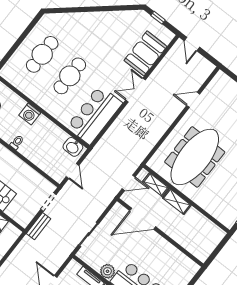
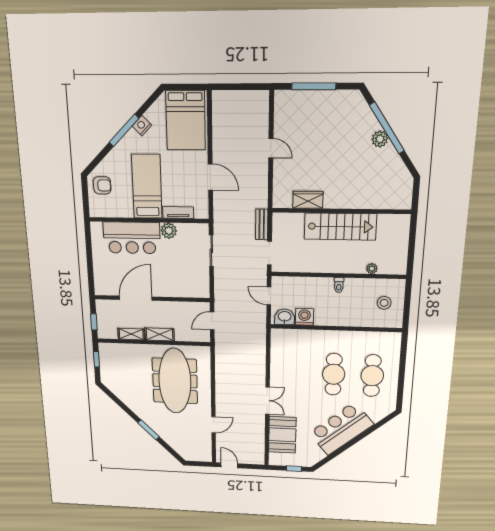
door: (192, 44) -> (229, 465), moved
washing machine: (30, 114) -> (304, 317), moved
bar counter: (95, 115) -> (341, 429), moved, turned -130
shelving: (156, 185) -> (131, 334), moved
door: (143, 219) -> (136, 298), moved
window: (219, 248) -> (94, 322), added

